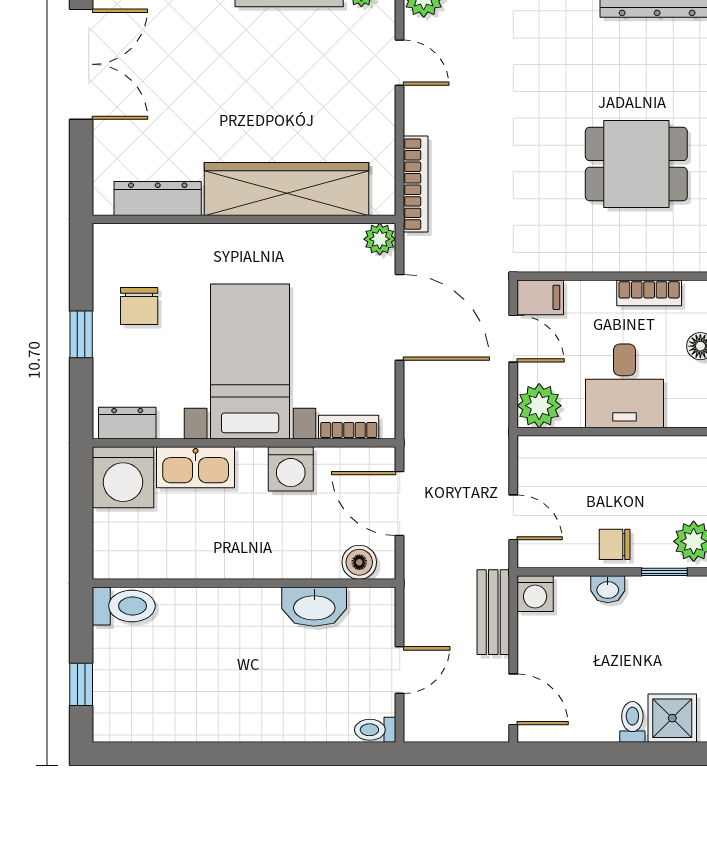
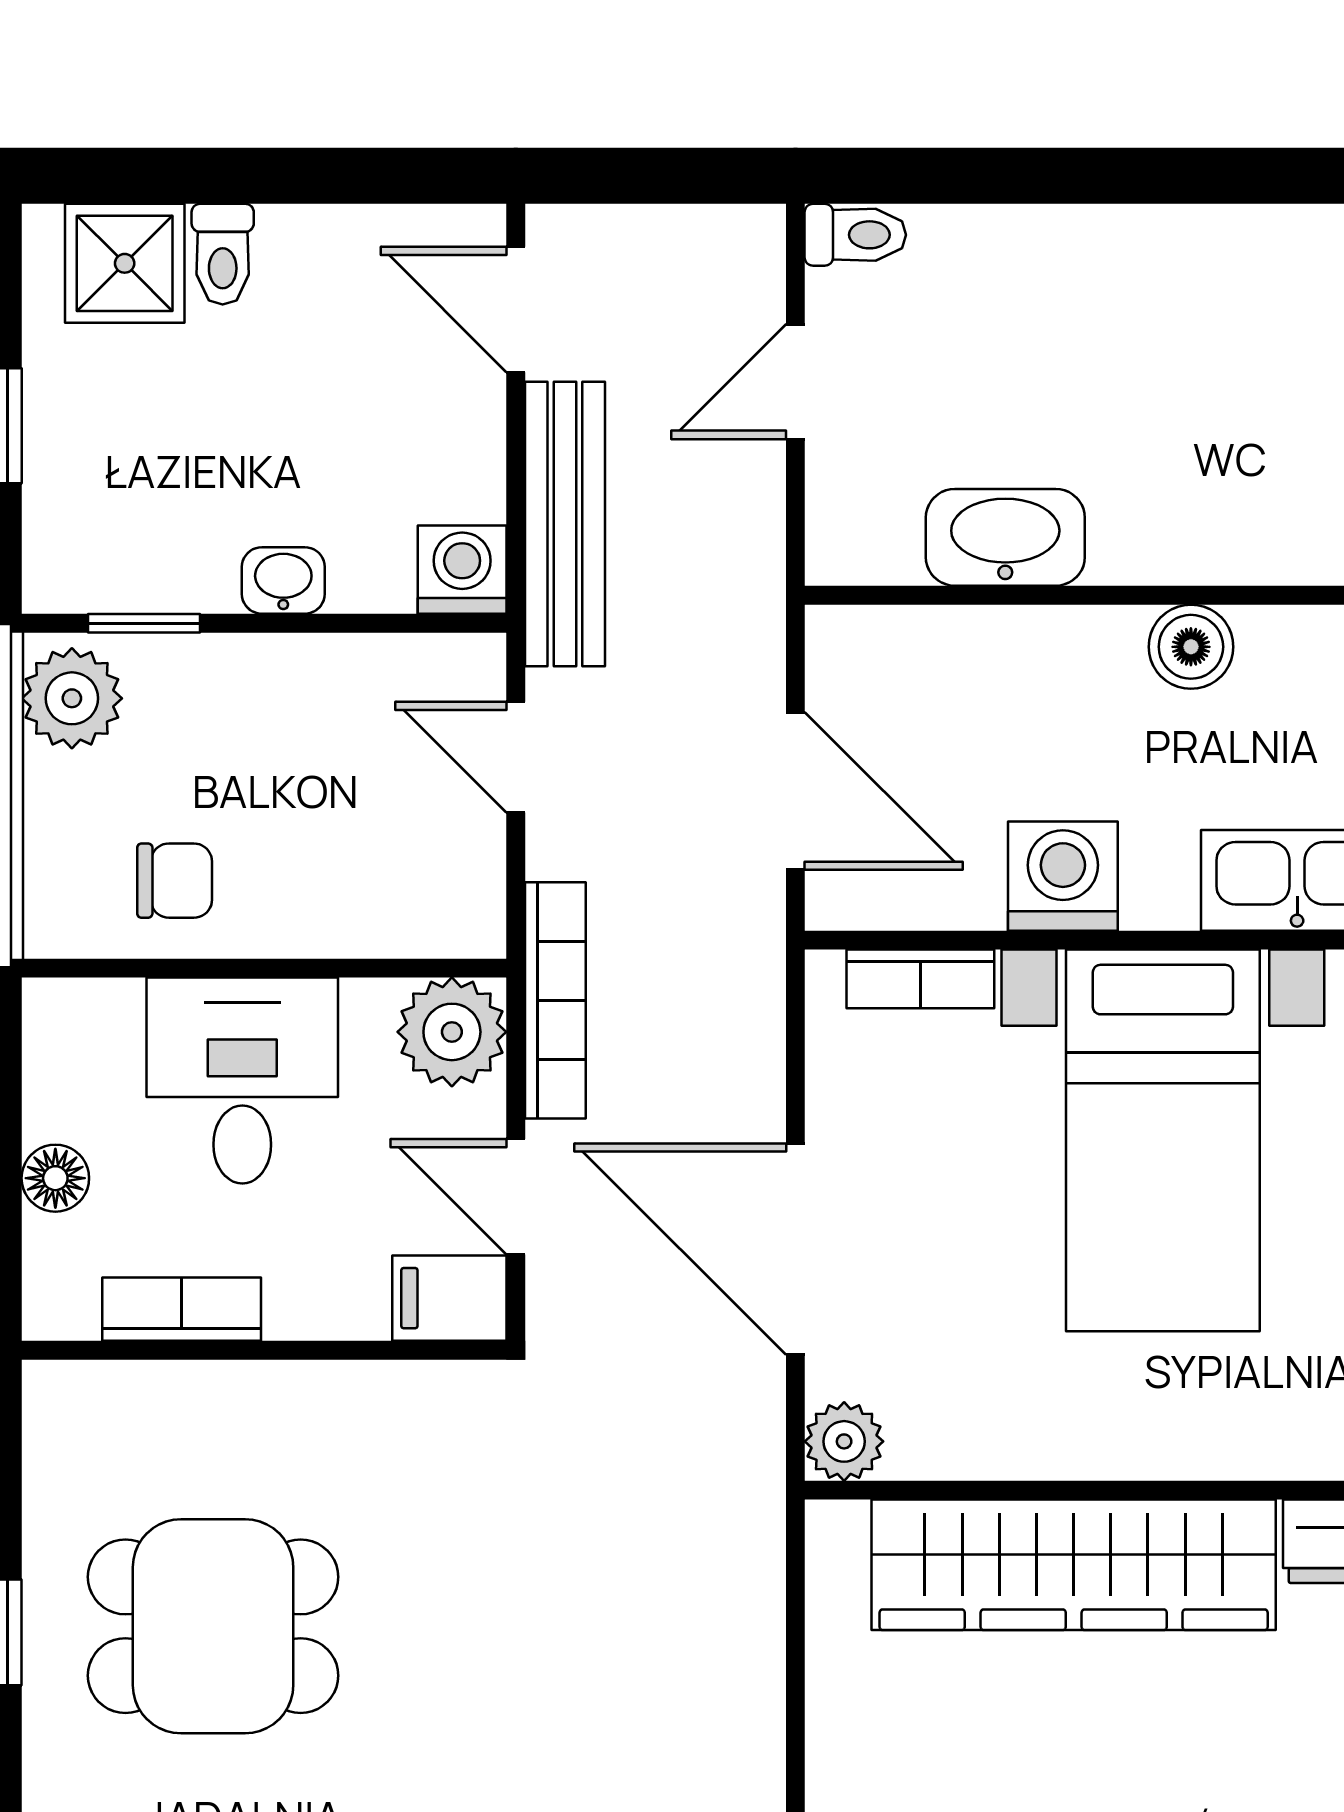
bookcase: (416, 184) -> (555, 1000), moved, turned 180
chair: (615, 544) -> (175, 881), moved
boiler: (359, 562) -> (1191, 647), moved
bench: (493, 612) -> (565, 524), width x1.36

